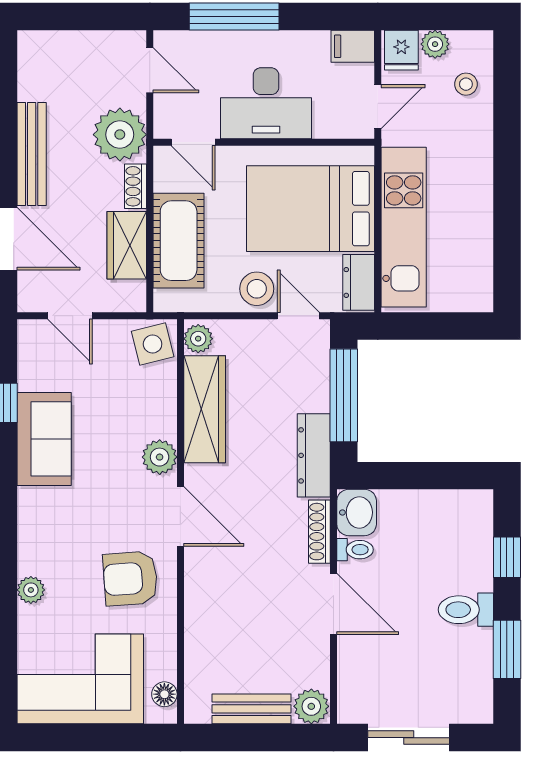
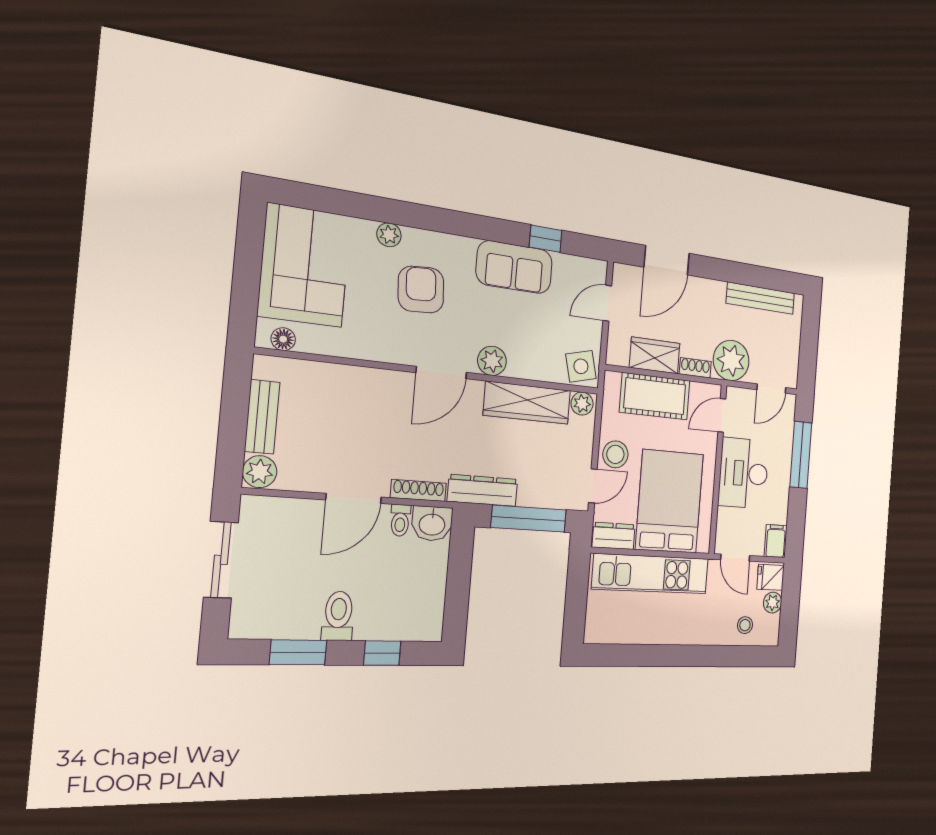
bench: (32, 154) -> (761, 298), moved
armchair: (130, 579) -> (421, 290), moved

